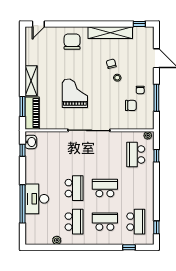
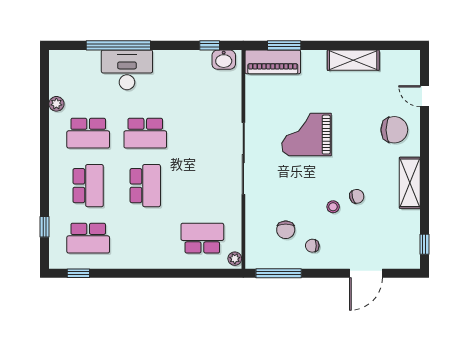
door: (38, 24) -> (424, 96), moved
shelving: (110, 33) -> (410, 183), width x0.68
shelving: (31, 81) -> (353, 60), moved
grand piano: (75, 93) -> (307, 135), turned 180
window: (156, 98) -> (279, 273), moved
window: (156, 156) -> (200, 273), removed

